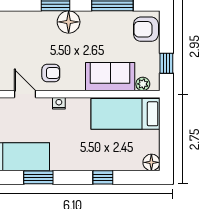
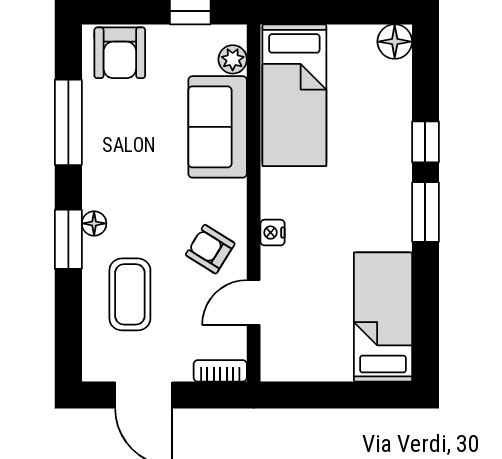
floor lamp: (69, 22) -> (94, 223), width x0.53, depth x0.53
coffee table: (29, 34) -> (130, 294), added
armchair: (51, 73) -> (210, 249), turned -58
window: (38, 177) -> (425, 212), moved

